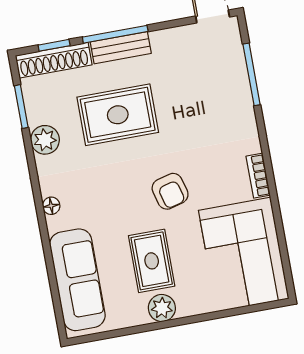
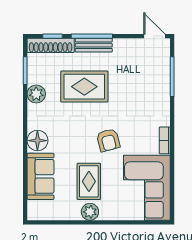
floor lamp: (51, 206) -> (37, 141), width x1.89, depth x1.89
sofa: (77, 280) -> (41, 176), width x0.73

